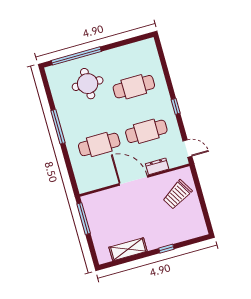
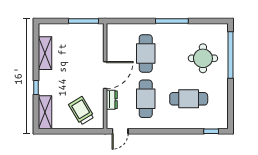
cafe table: (134, 87) -> (189, 99), turned 90
window: (176, 106) -> (211, 131), moved
shelving: (190, 232) -> (45, 112), added

